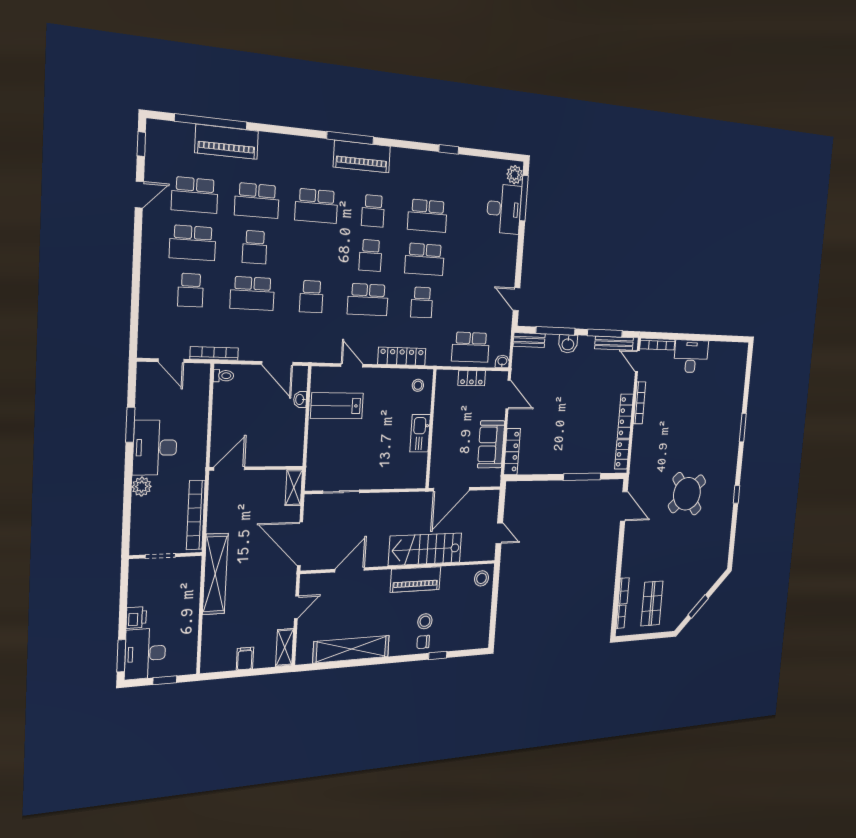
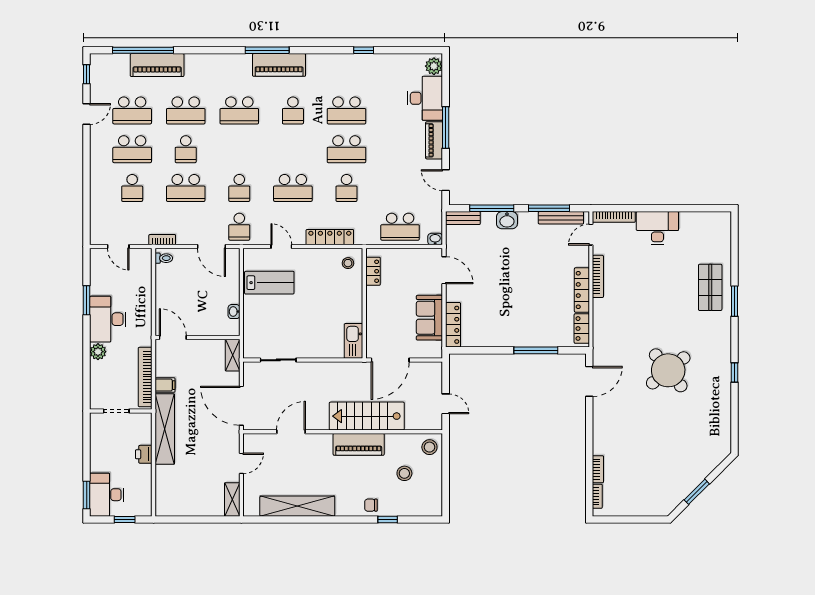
window: (524, 198) -> (446, 127), moved
school desk: (370, 255) -> (239, 227), moved
piano: (509, 256) -> (434, 140), added
bookcase: (214, 353) -> (162, 240), width x0.64
door: (637, 361) -> (591, 235), hinge flipped
locker: (472, 378) -> (373, 271), moved, turned -90
washbasin: (300, 399) -> (234, 312), moved
lab bench: (337, 406) -> (269, 283), turned 180
kitchen sink: (420, 433) -> (353, 341), moved
door: (229, 469) -> (173, 338), hinge flipped
door: (624, 506) -> (589, 381), hinge flipped
shop shelf: (652, 603) -> (710, 287), moved
printer: (136, 617) -> (144, 454), moved, turned 180
stool: (425, 621) -> (404, 473), moved
filing cabinet: (245, 659) -> (165, 385), moved, turned 90

